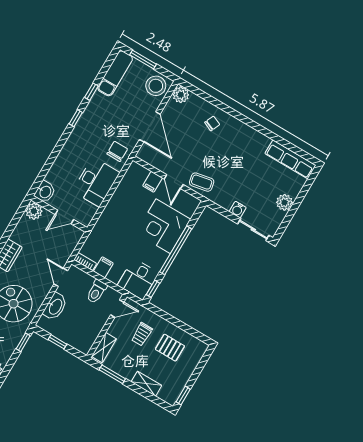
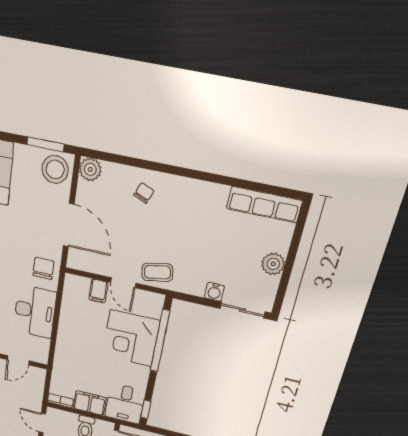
window: (143, 59) -> (45, 144), moved
window: (176, 250) -> (160, 341), moved
filing cabinet: (103, 267) -> (90, 403), width x2.00

